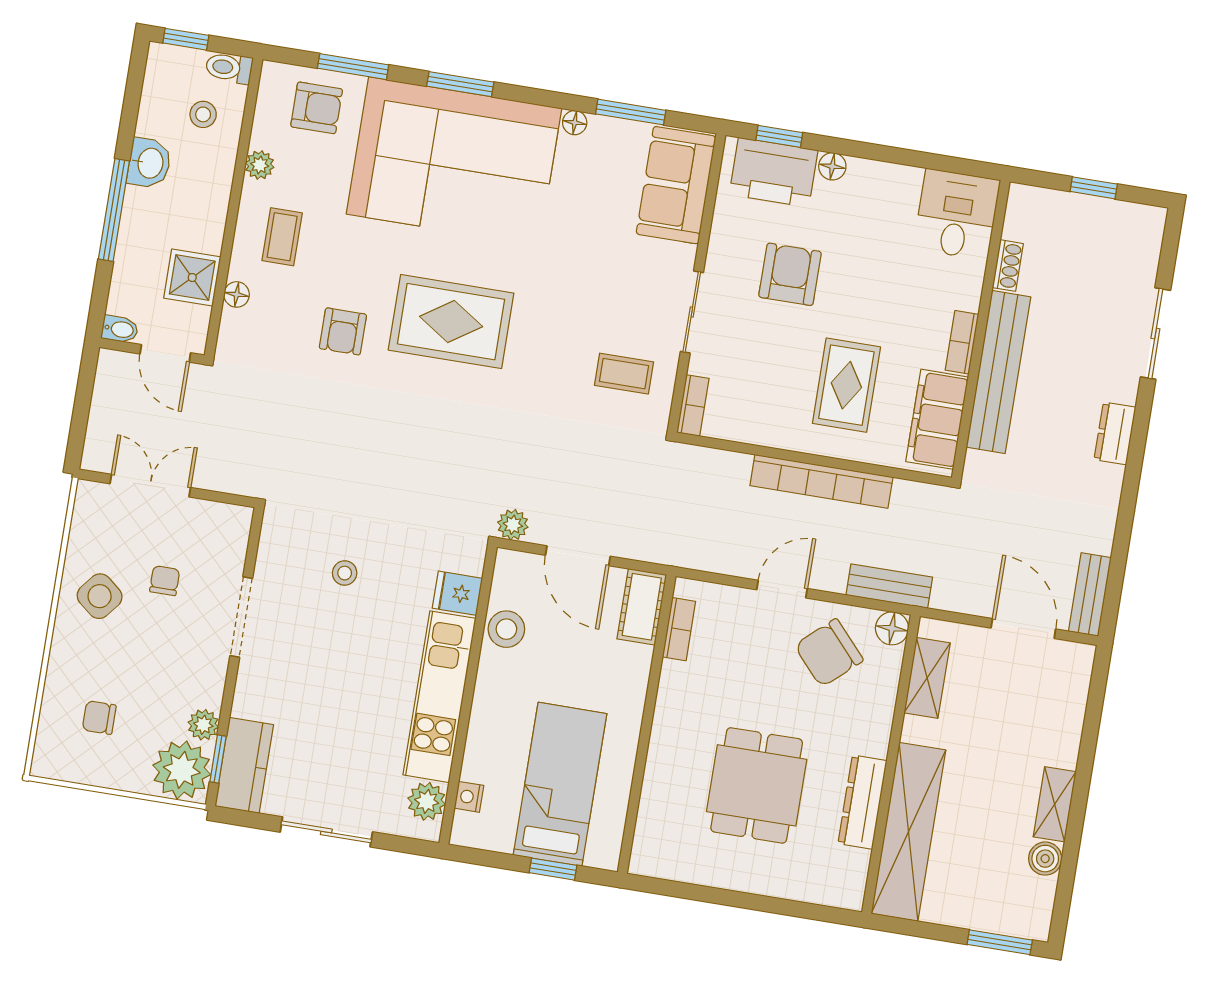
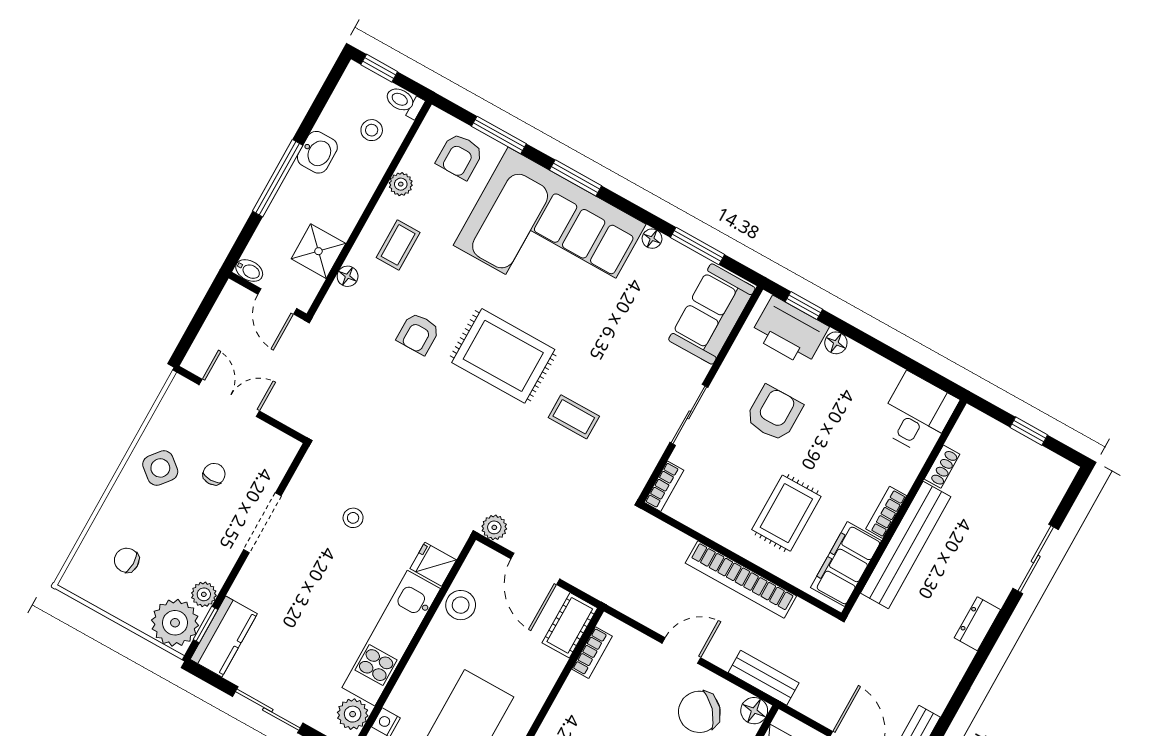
armchair: (317, 108) -> (460, 156), turned 90
coffee table: (624, 374) -> (574, 417), moved

